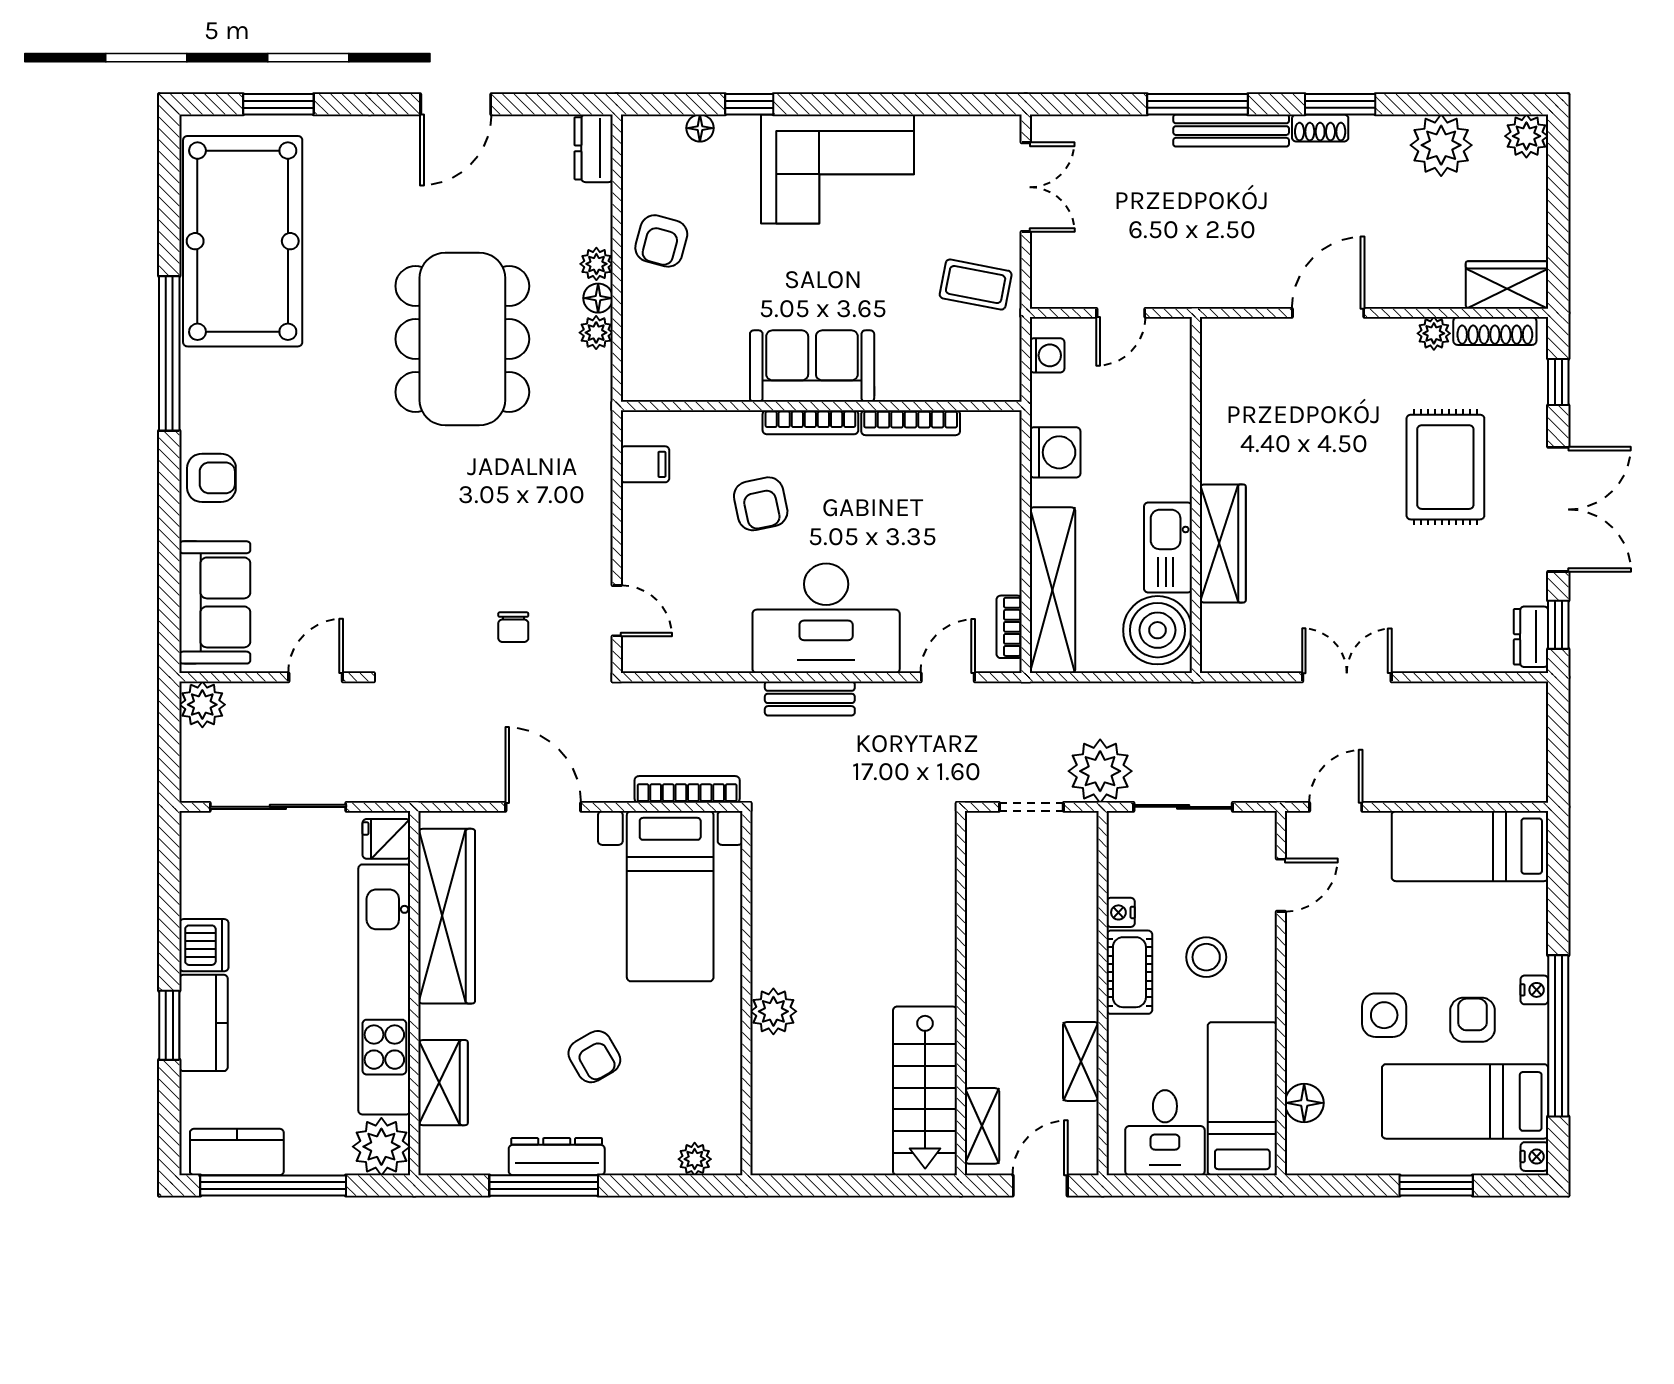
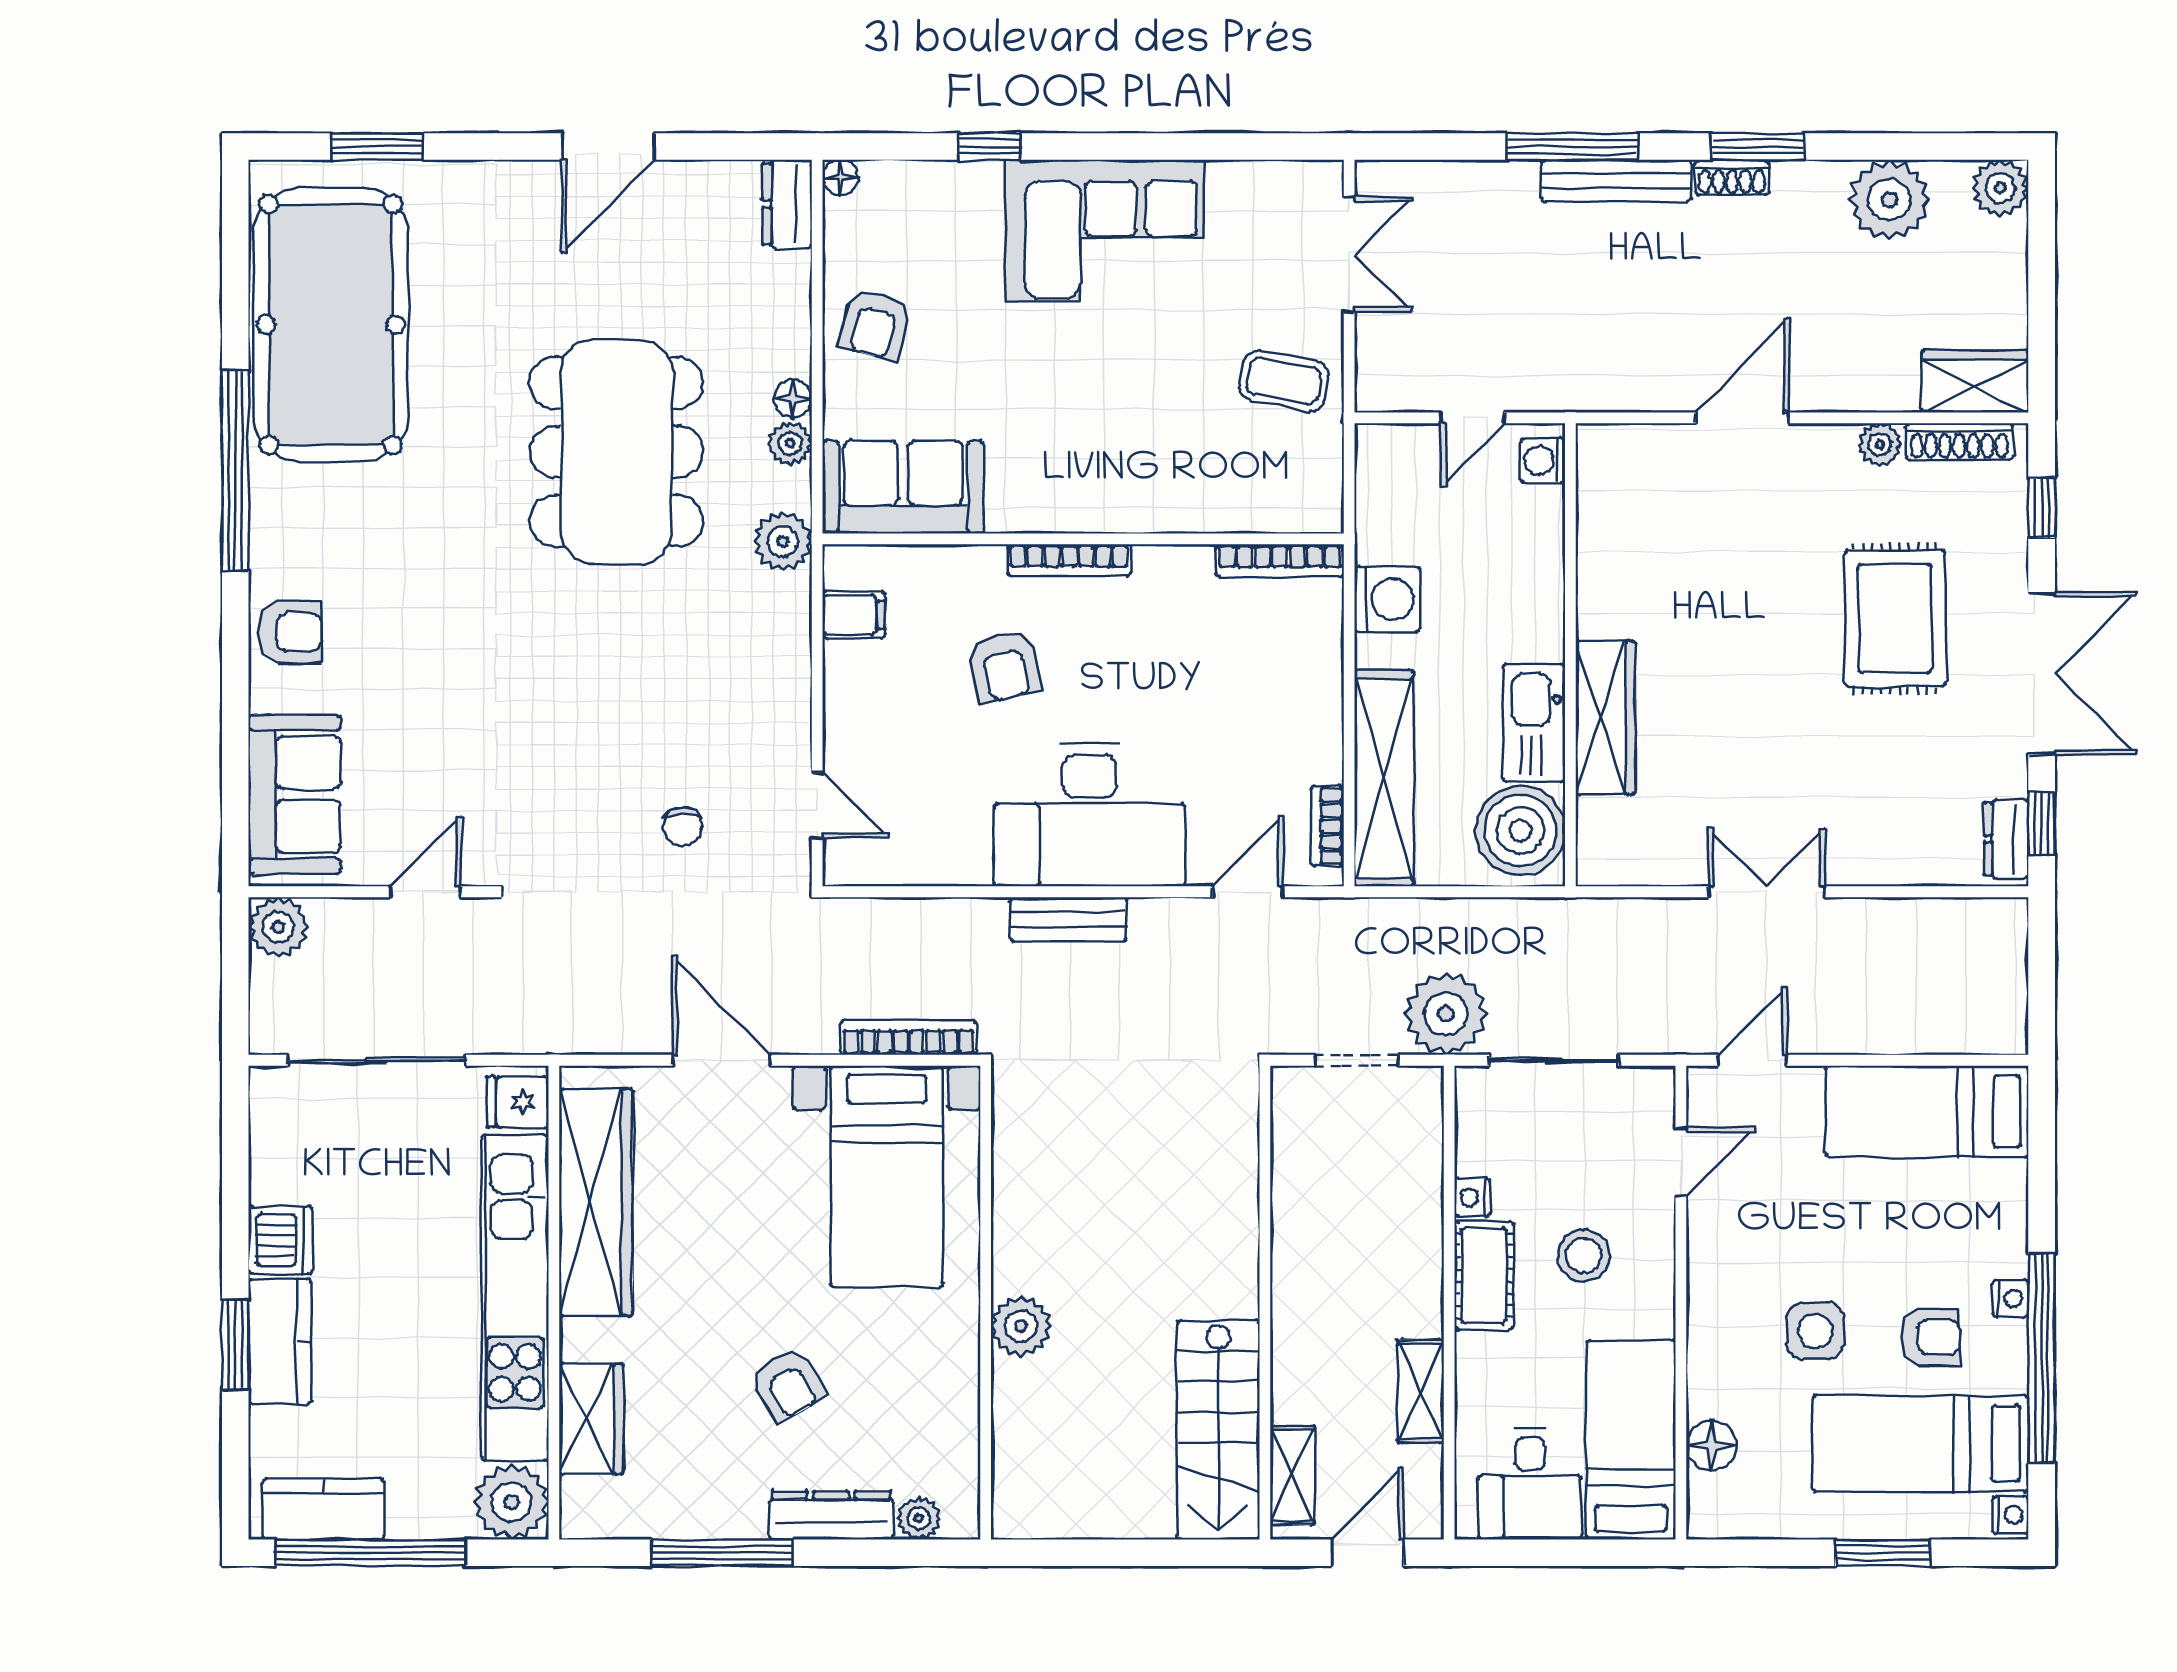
floor lamp: (700, 128) -> (840, 177), moved
plant: (596, 264) -> (783, 541), moved, width x1.38, depth x1.38
washing machine: (1047, 355) -> (1543, 461), moved, turned 180
sofa: (812, 366) -> (903, 487), moved
bookcase: (911, 423) -> (1280, 561), moved
armchair: (1473, 1020) -> (1930, 1337), turned 90
dresser: (557, 1157) -> (831, 1515), moved

